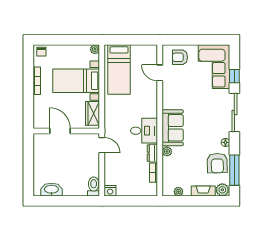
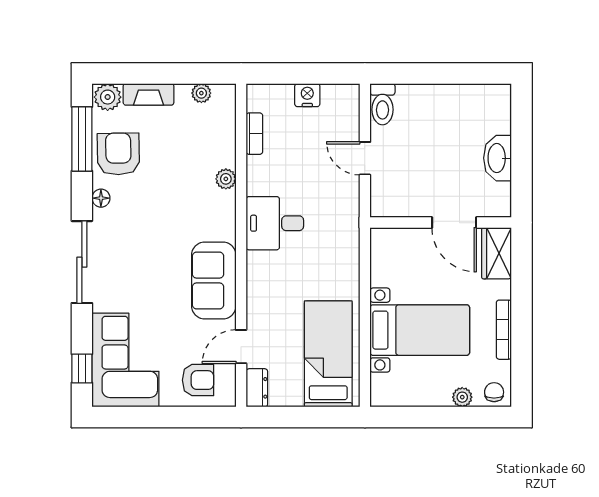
plant: (95, 49) -> (462, 397), moved
door: (160, 73) -> (241, 347), swing flipped
window: (234, 76) -> (82, 368), moved
wardrobe: (93, 113) -> (497, 253), moved, turned 180
sofa: (173, 128) -> (214, 280), moved
door: (102, 145) -> (365, 158), moved
dresser: (152, 153) -> (257, 388), moved
washbasin: (51, 190) -> (498, 158), moved, turned 90
nightstand: (110, 191) -> (307, 95), moved

